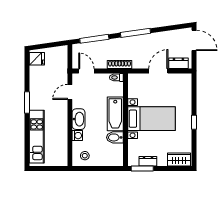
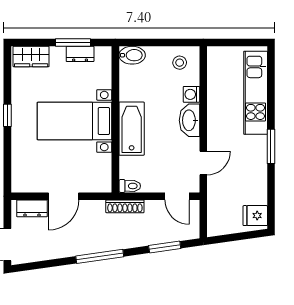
window: (94, 39) -> (165, 247), width x0.69
bidet: (115, 137) -> (132, 55), moved
window: (142, 168) -> (73, 42), moved

